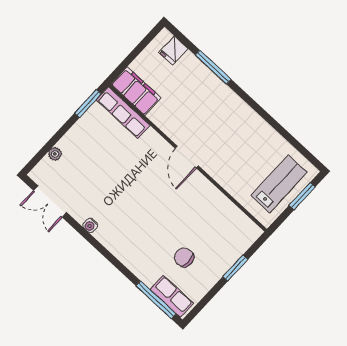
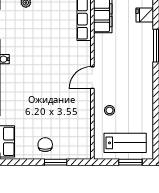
stool: (234, 170) -> (110, 110), added
chair: (184, 257) -> (45, 145), moved

